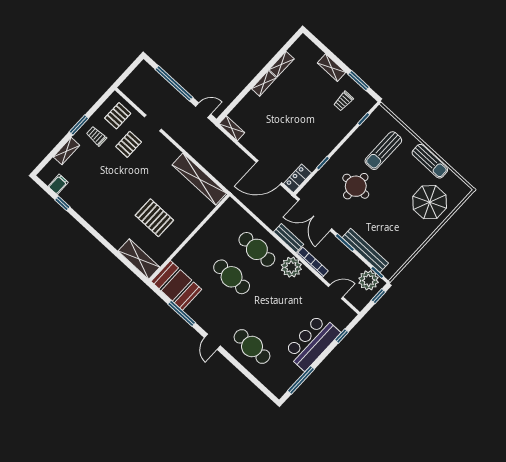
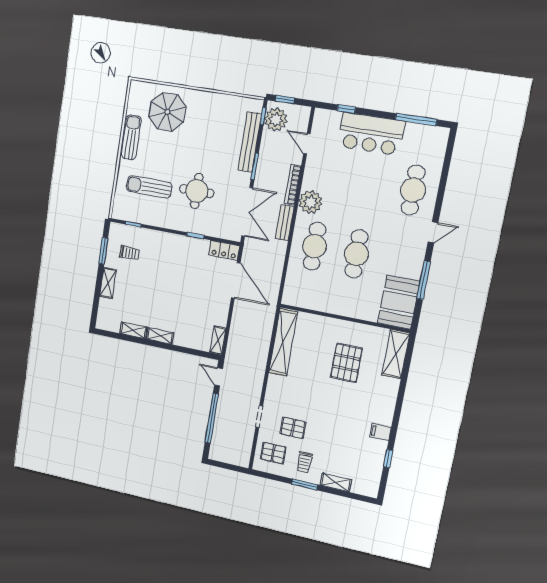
sun lounger: (383, 151) -> (149, 187), turned 180
filing cabinet: (58, 184) -> (380, 432), moved

